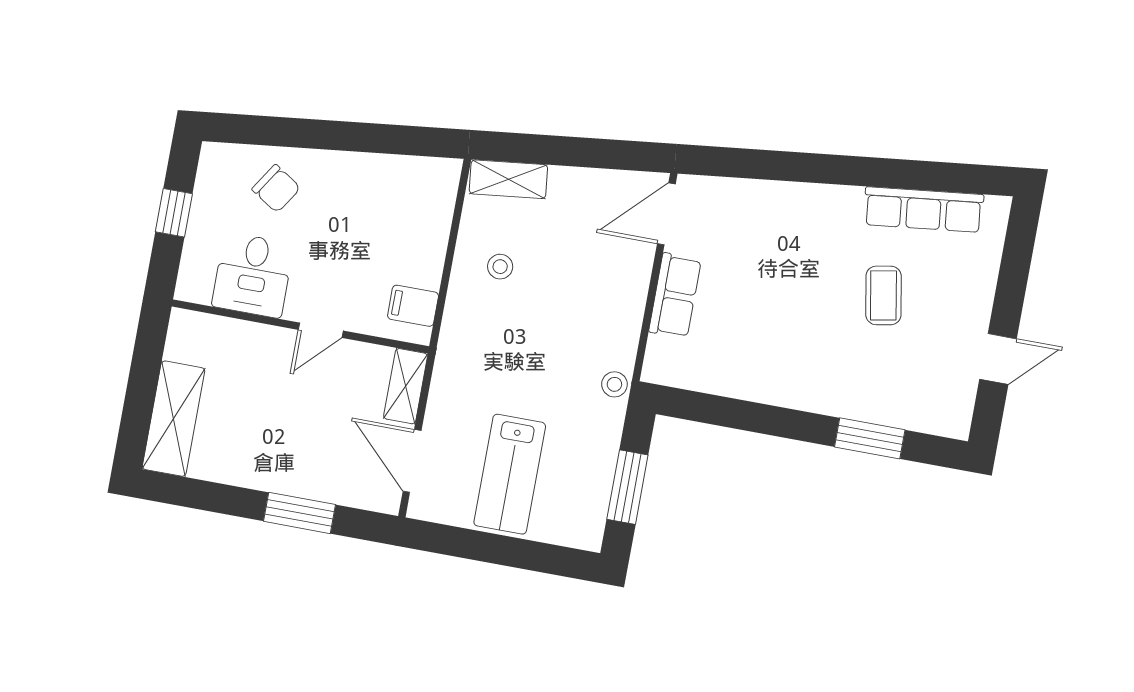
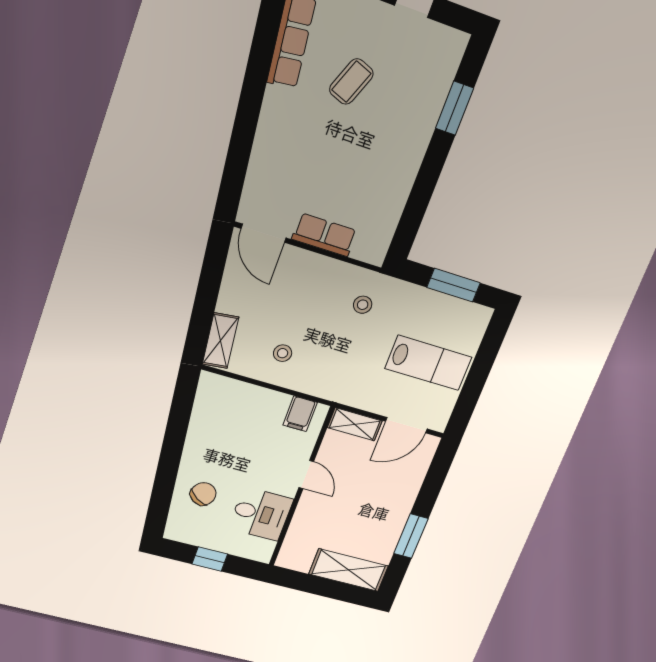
coffee table: (883, 295) -> (351, 82), turned -59
stool: (614, 384) -> (363, 305), moved
window: (300, 513) -> (411, 536), moved

